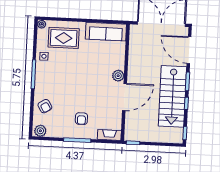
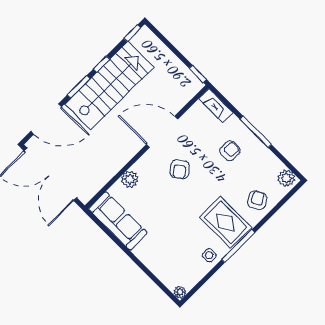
rug: (64, 38) -> (225, 222), moved
door: (189, 50) -> (46, 119), hinge flipped
plant: (118, 76) -> (130, 179), moved
armchair: (98, 86) -> (180, 169), added

